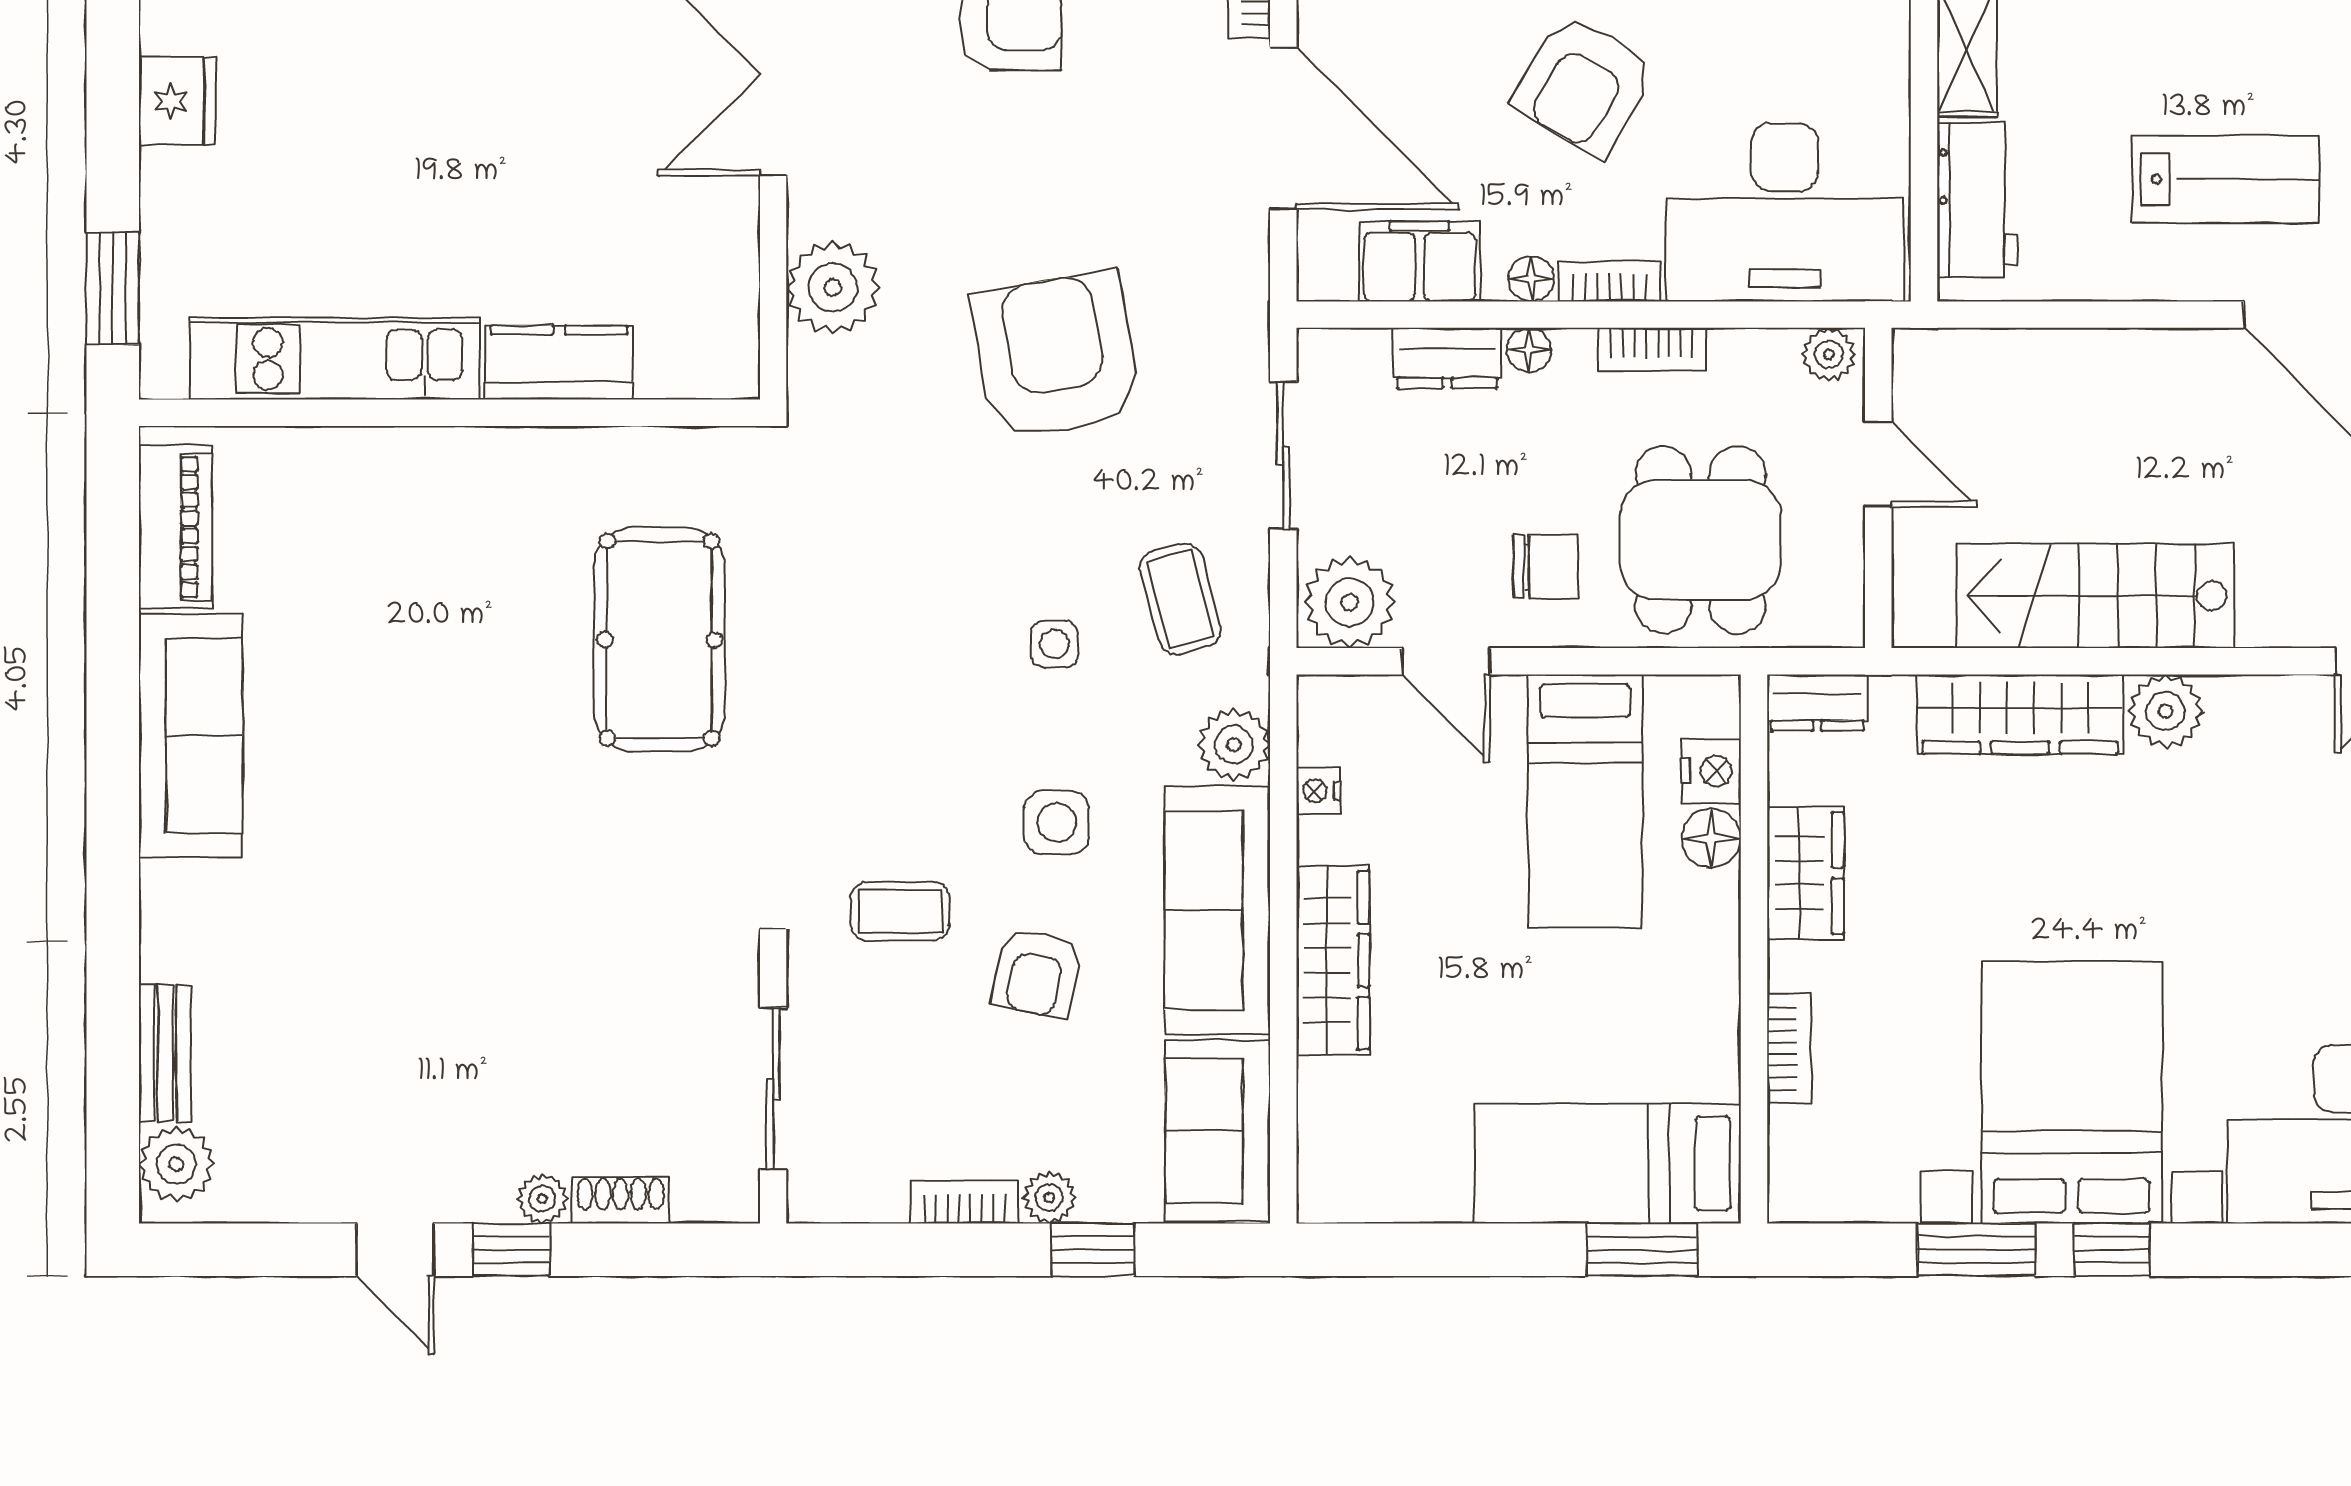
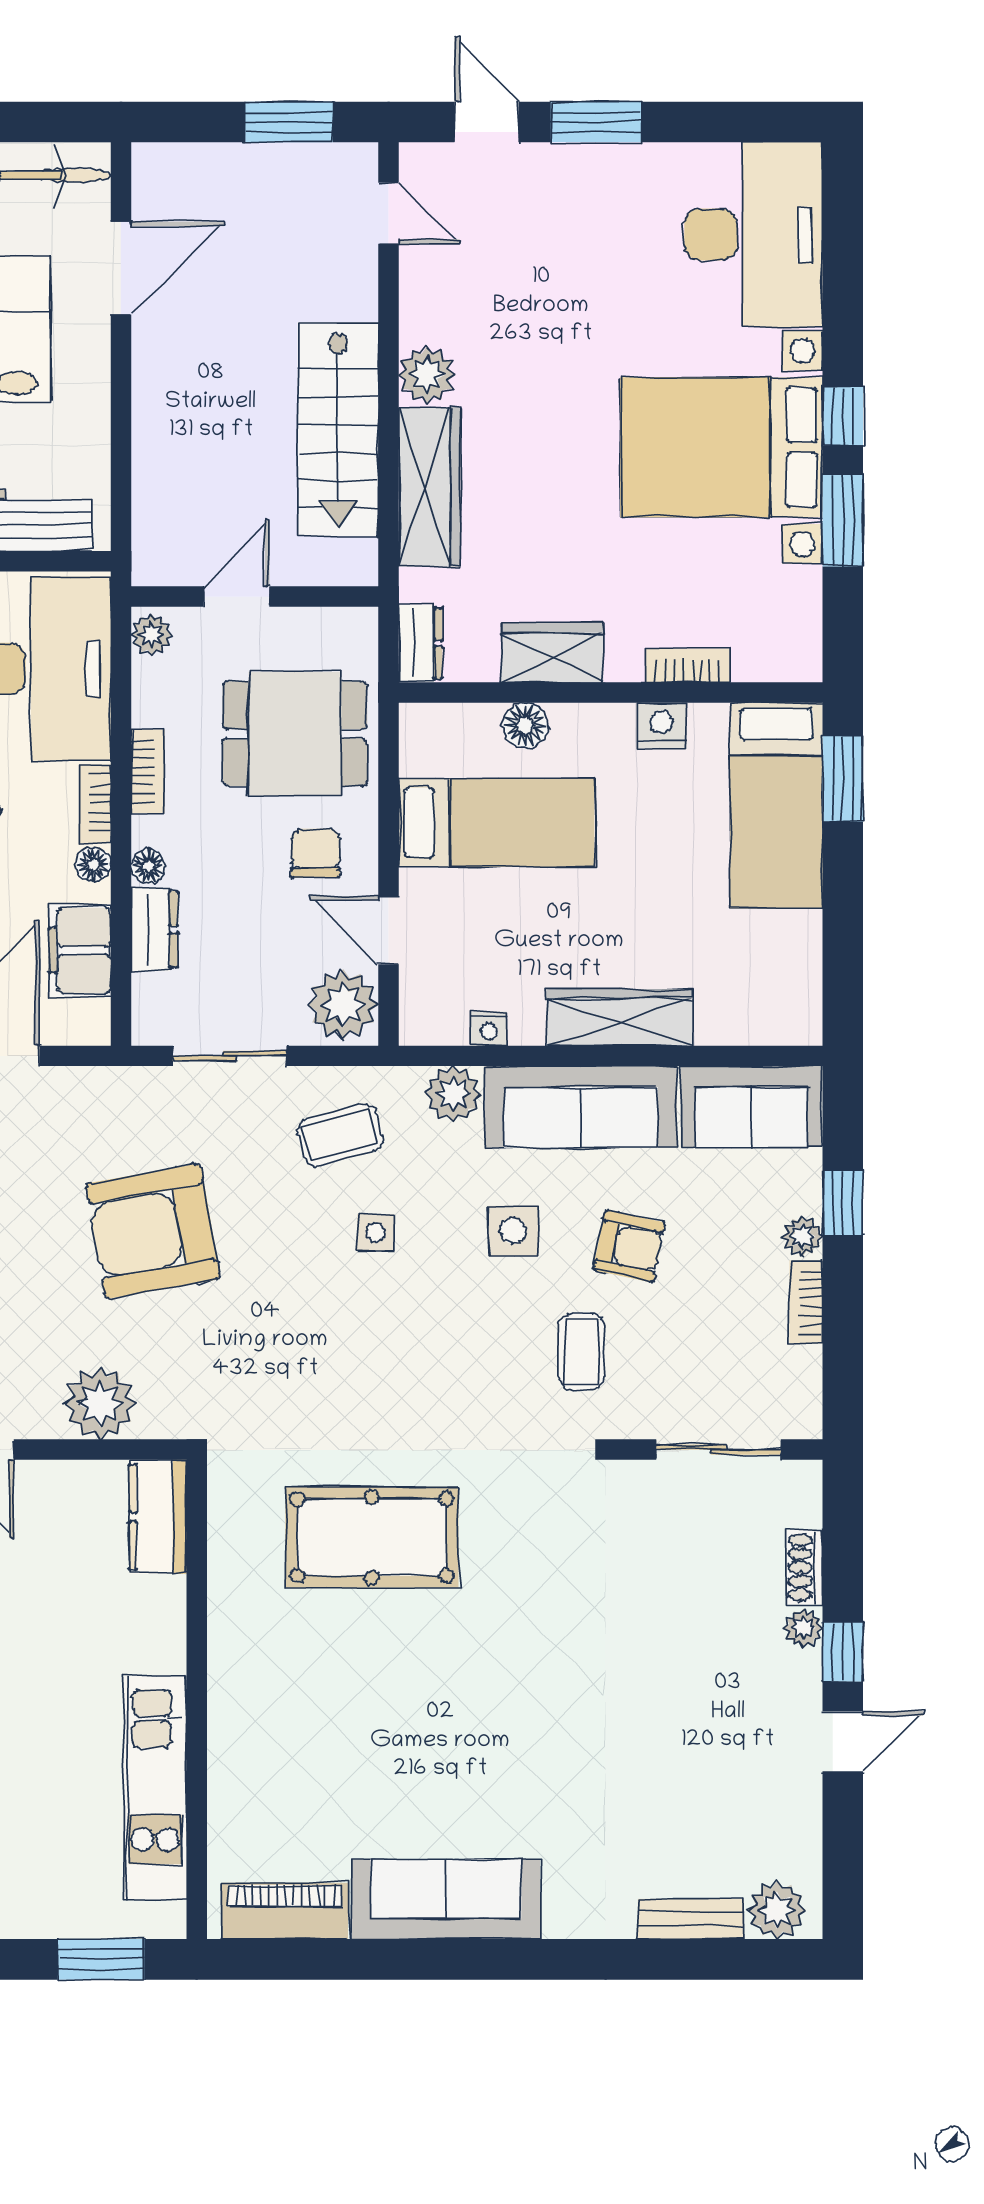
kitchen counter: (559, 363) -> (158, 1517), moved
door: (1446, 661) -> (389, 930), swing flipped
nightstand: (1711, 771) -> (662, 725), moved

